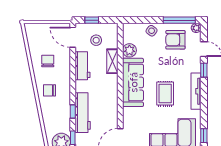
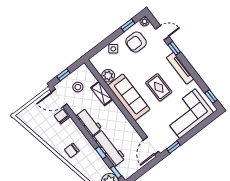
window: (179, 20) -> (128, 25), width x0.46
chair: (48, 61) -> (62, 117), moved
workbench: (82, 66) -> (89, 122), moved

